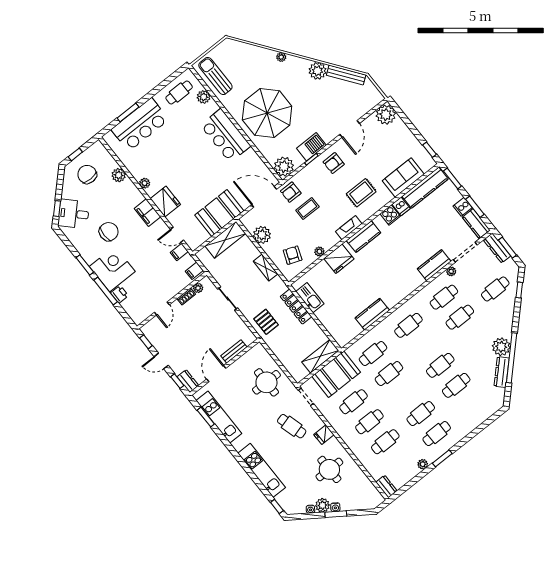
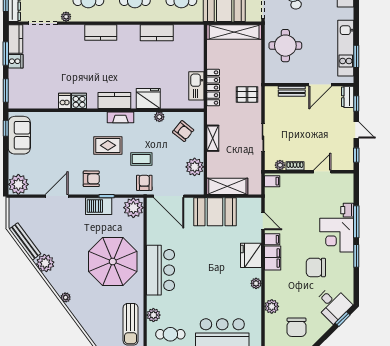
sofa: (403, 177) -> (19, 135), moved, turned -90
kitchen counter: (425, 188) -> (34, 101), removed
armchair: (291, 192) -> (144, 183), turned -90
rug: (361, 193) -> (108, 145), moved
filing cabinet: (179, 252) -> (272, 239), moved
armchair: (293, 255) -> (183, 131), turned -72
kitchen counter: (434, 265) -> (101, 33), moved
pallet: (266, 322) -> (247, 94), turned 90
shelving: (320, 356) -> (234, 32), width x1.47

